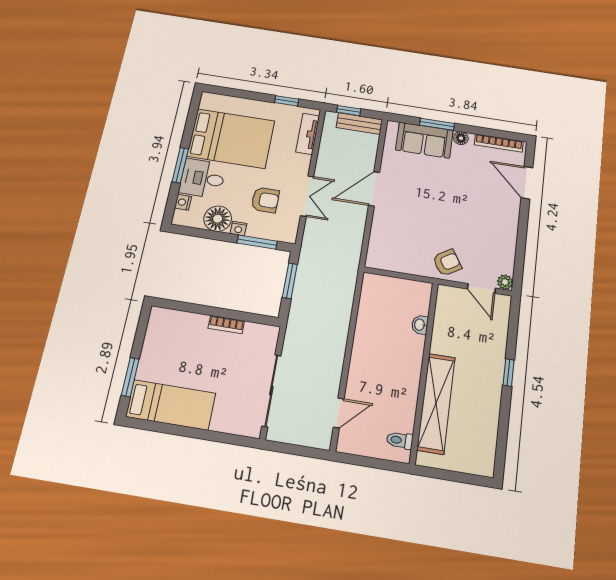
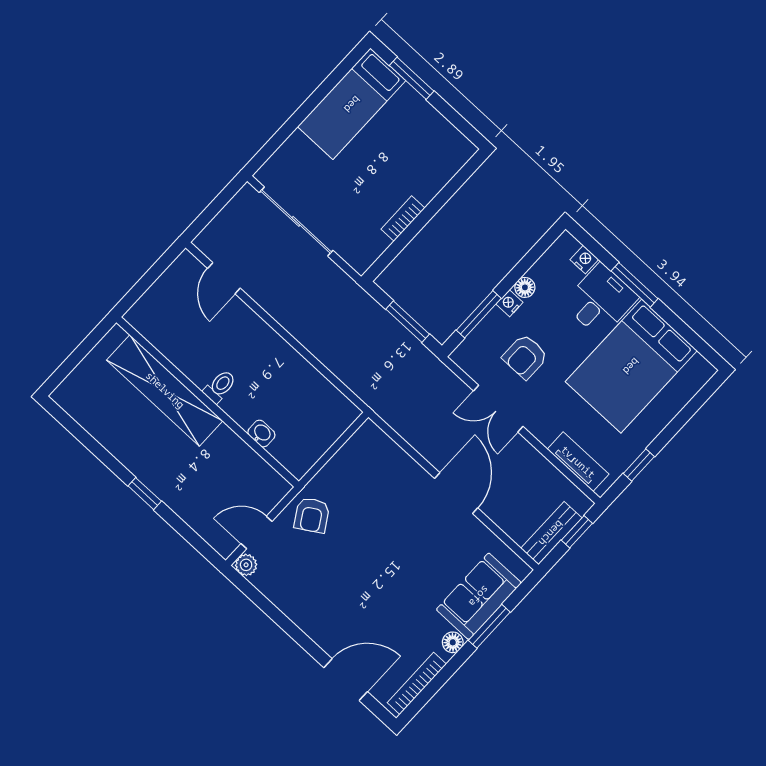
floor lamp: (218, 219) -> (525, 287), width x0.53, depth x0.53
toilet: (400, 440) -> (220, 386), moved

